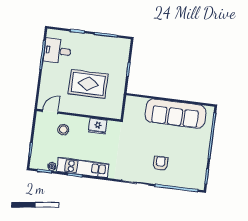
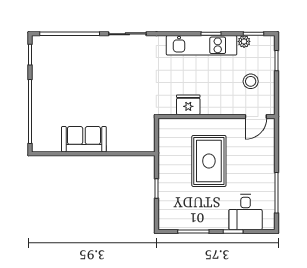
desk: (57, 51) -> (246, 212), moved, turned 90
rug: (88, 84) -> (209, 161), turned 90
sofa: (175, 114) -> (84, 139), width x0.54, depth x0.79
stool: (63, 130) -> (251, 81), moved
armchair: (161, 163) -> (96, 65), removed

